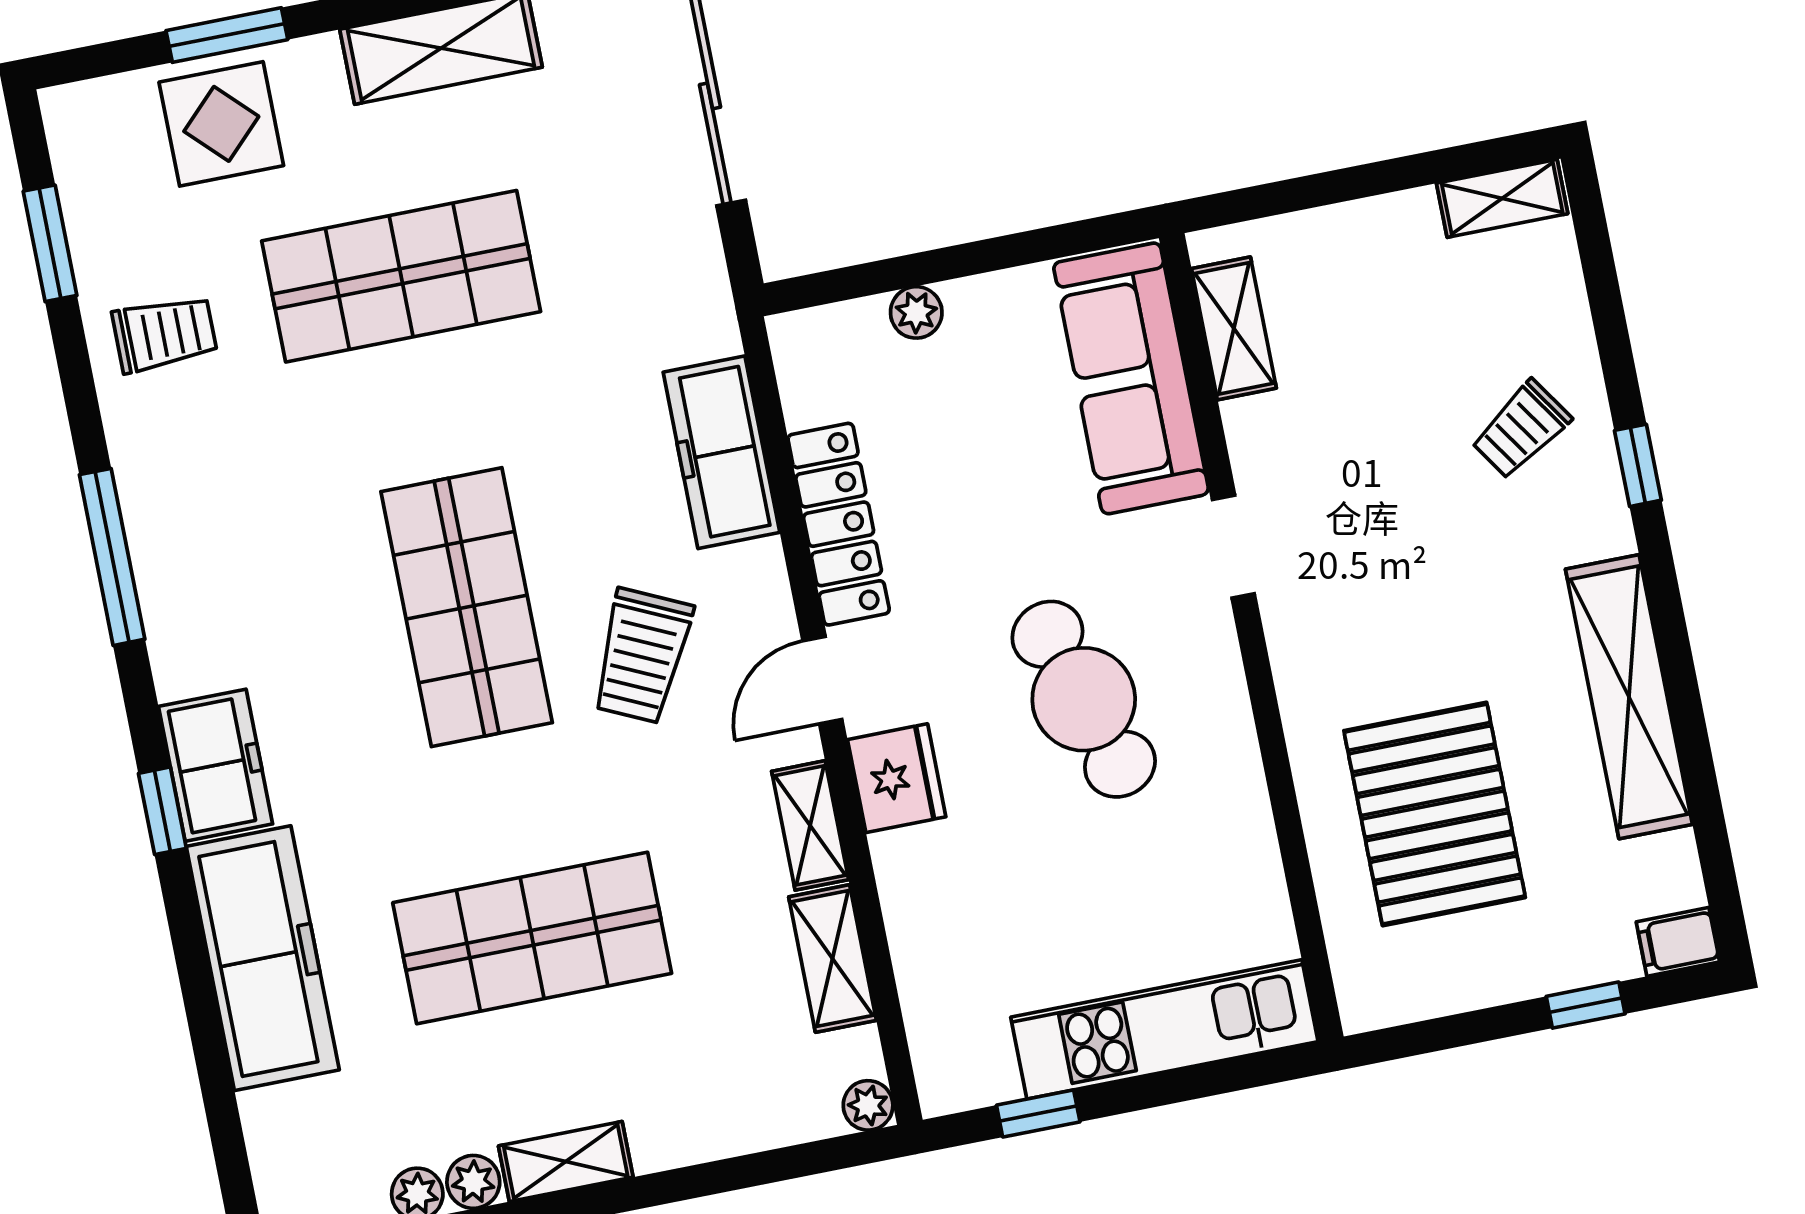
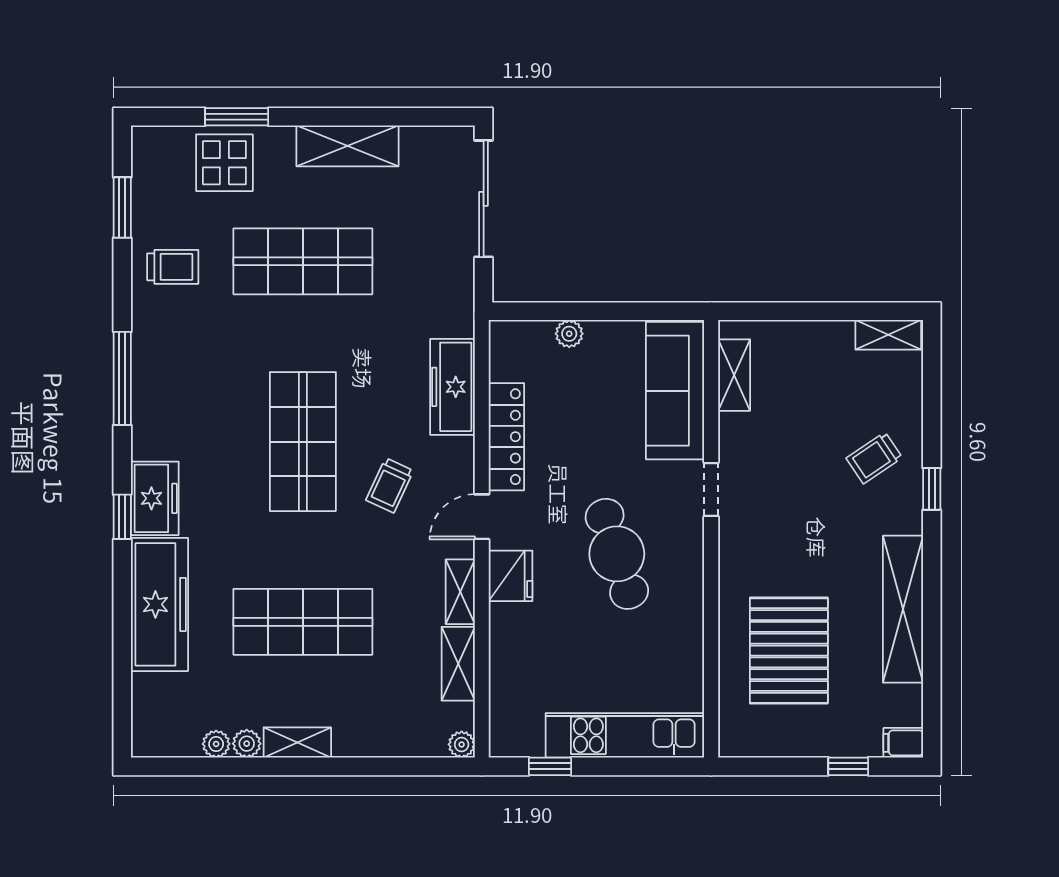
trolley: (642, 656) -> (390, 485), width x0.73, depth x0.72

